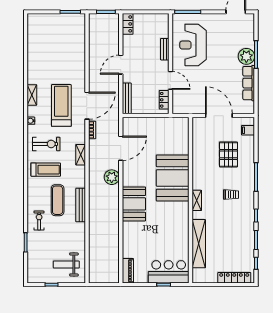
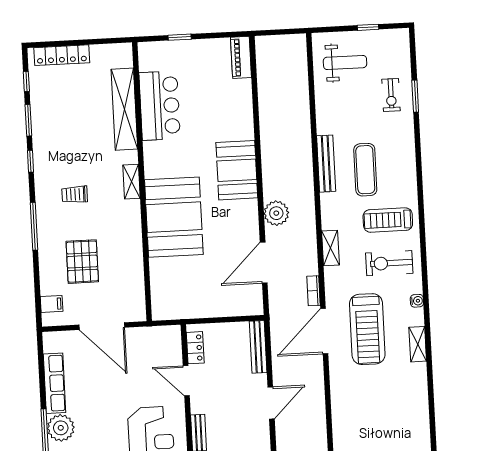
exercise bike: (39, 221) -> (391, 95), moved
bar counter: (169, 272) -> (160, 106), moved, turned -90

